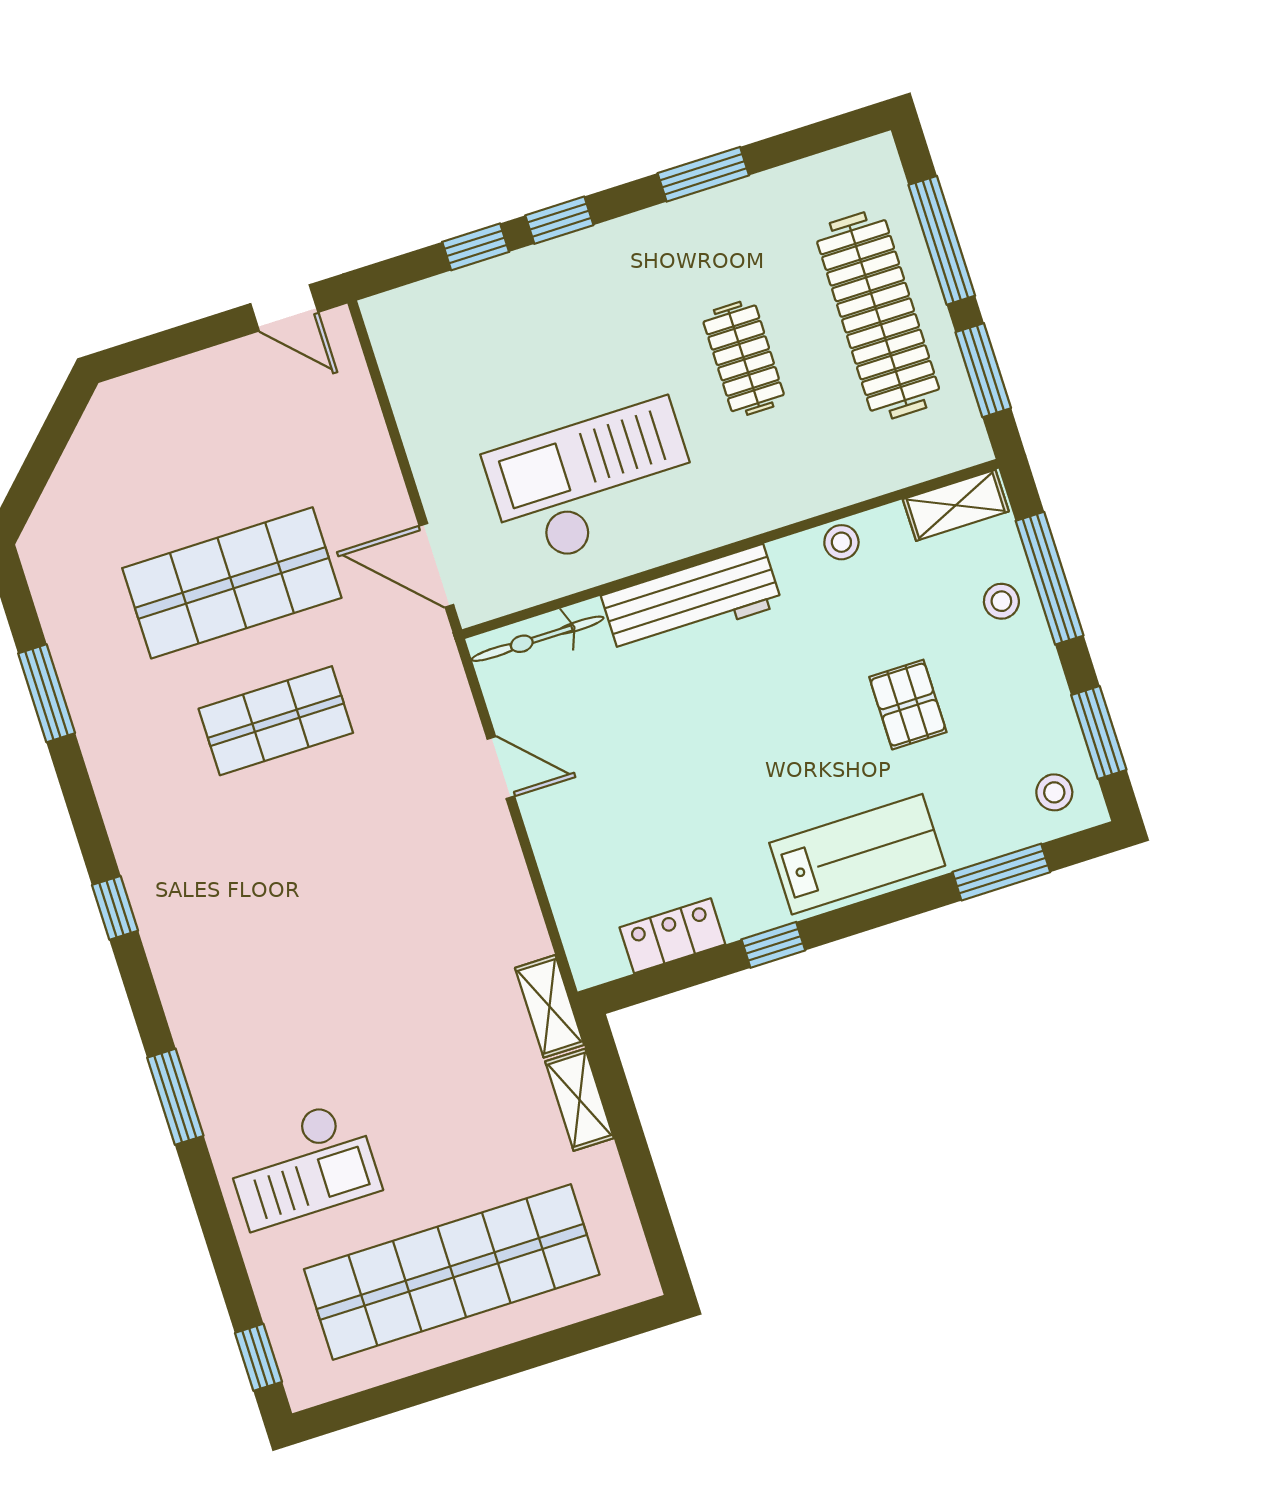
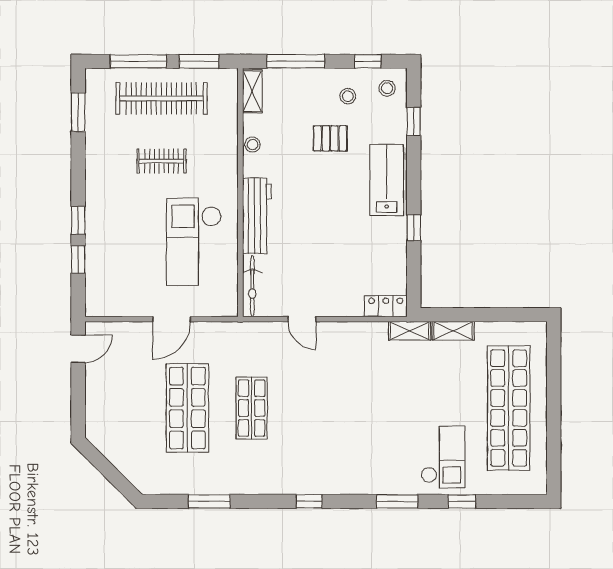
window: (703, 174) -> (78, 112), moved
door: (436, 565) -> (172, 319), moved
stool: (1001, 601) -> (348, 96), moved
window: (1099, 733) -> (368, 61), width x0.67
door: (501, 768) -> (302, 319), swing flipped
window: (1001, 872) -> (414, 121), width x0.67
locker: (672, 936) -> (386, 306), moved, turned 90
window: (258, 1357) -> (462, 501), moved

